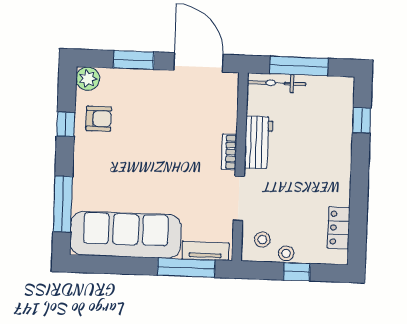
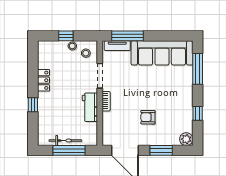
bicycle: (277, 83) -> (65, 141), moved
armchair: (99, 119) -> (148, 117), moved
window: (362, 120) -> (33, 105), moved
locker: (339, 228) -> (44, 80), moved

